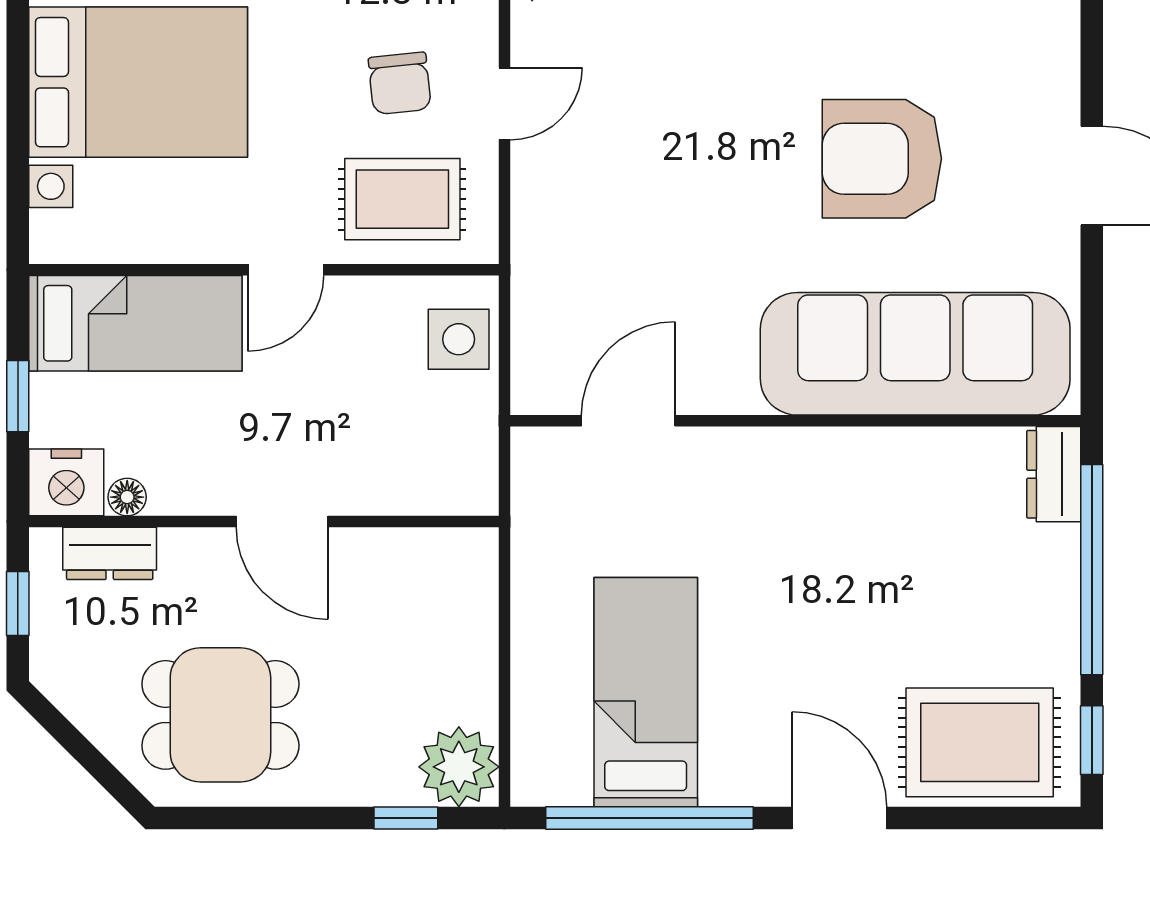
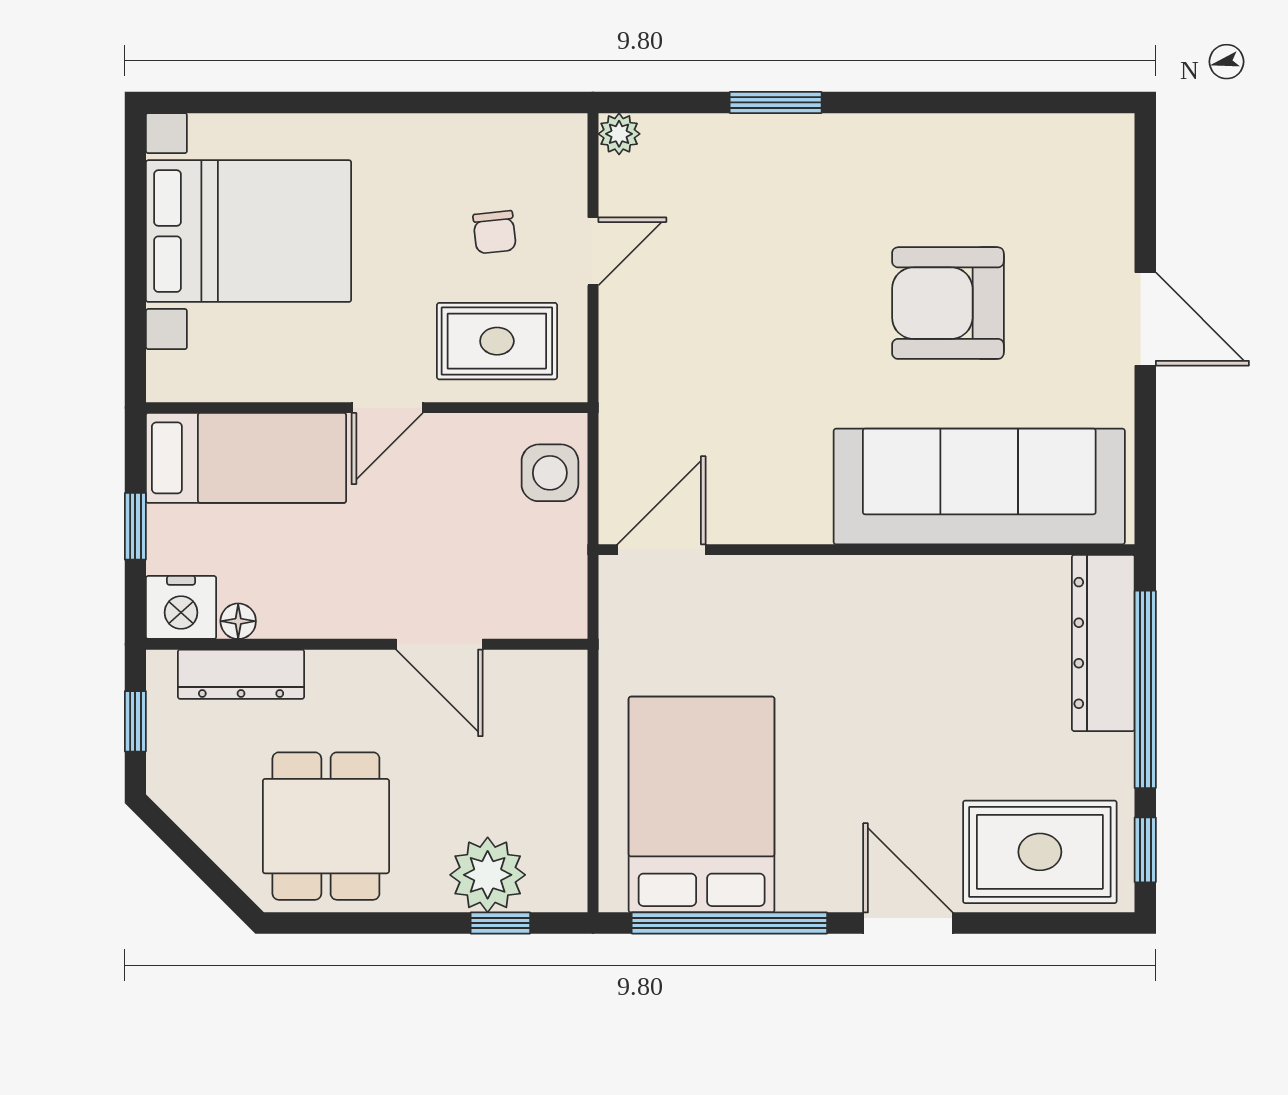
chair: (400, 83) -> (495, 232), width x0.73, depth x0.73
door: (628, 421) -> (661, 550), moved
dresser: (1054, 474) -> (1103, 643), width x1.96, depth x1.24
door: (282, 522) -> (439, 644), moved
dresser: (110, 553) -> (241, 674), width x1.44
bed: (646, 692) -> (702, 805), width x1.50
dining table: (220, 715) -> (326, 826), turned 90
plant: (459, 767) -> (488, 875), moved

